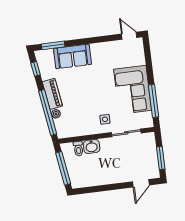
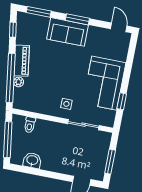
window: (90, 41) -> (77, 19), added
sofa: (72, 56) -> (68, 32), moved
window: (154, 101) -> (122, 101), width x0.46
washbasin: (92, 146) -> (32, 160), moved, turned 180

